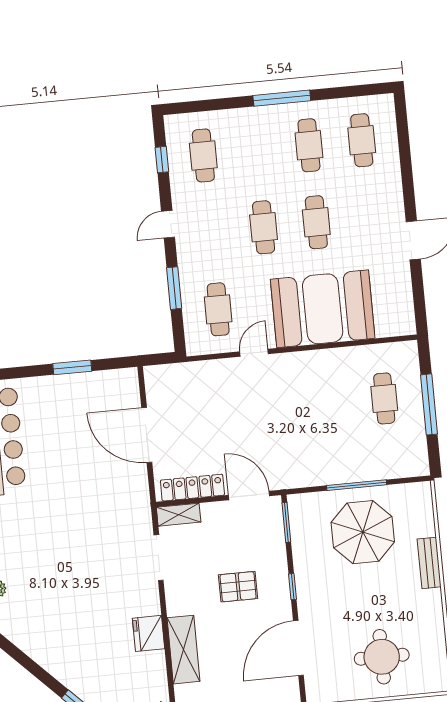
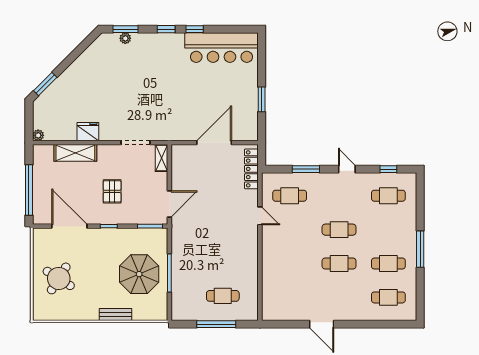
booth: (323, 309) -> (284, 262), removed
locker: (192, 488) -> (251, 169), moved, turned 180
round table: (382, 657) -> (59, 278), turned 32

